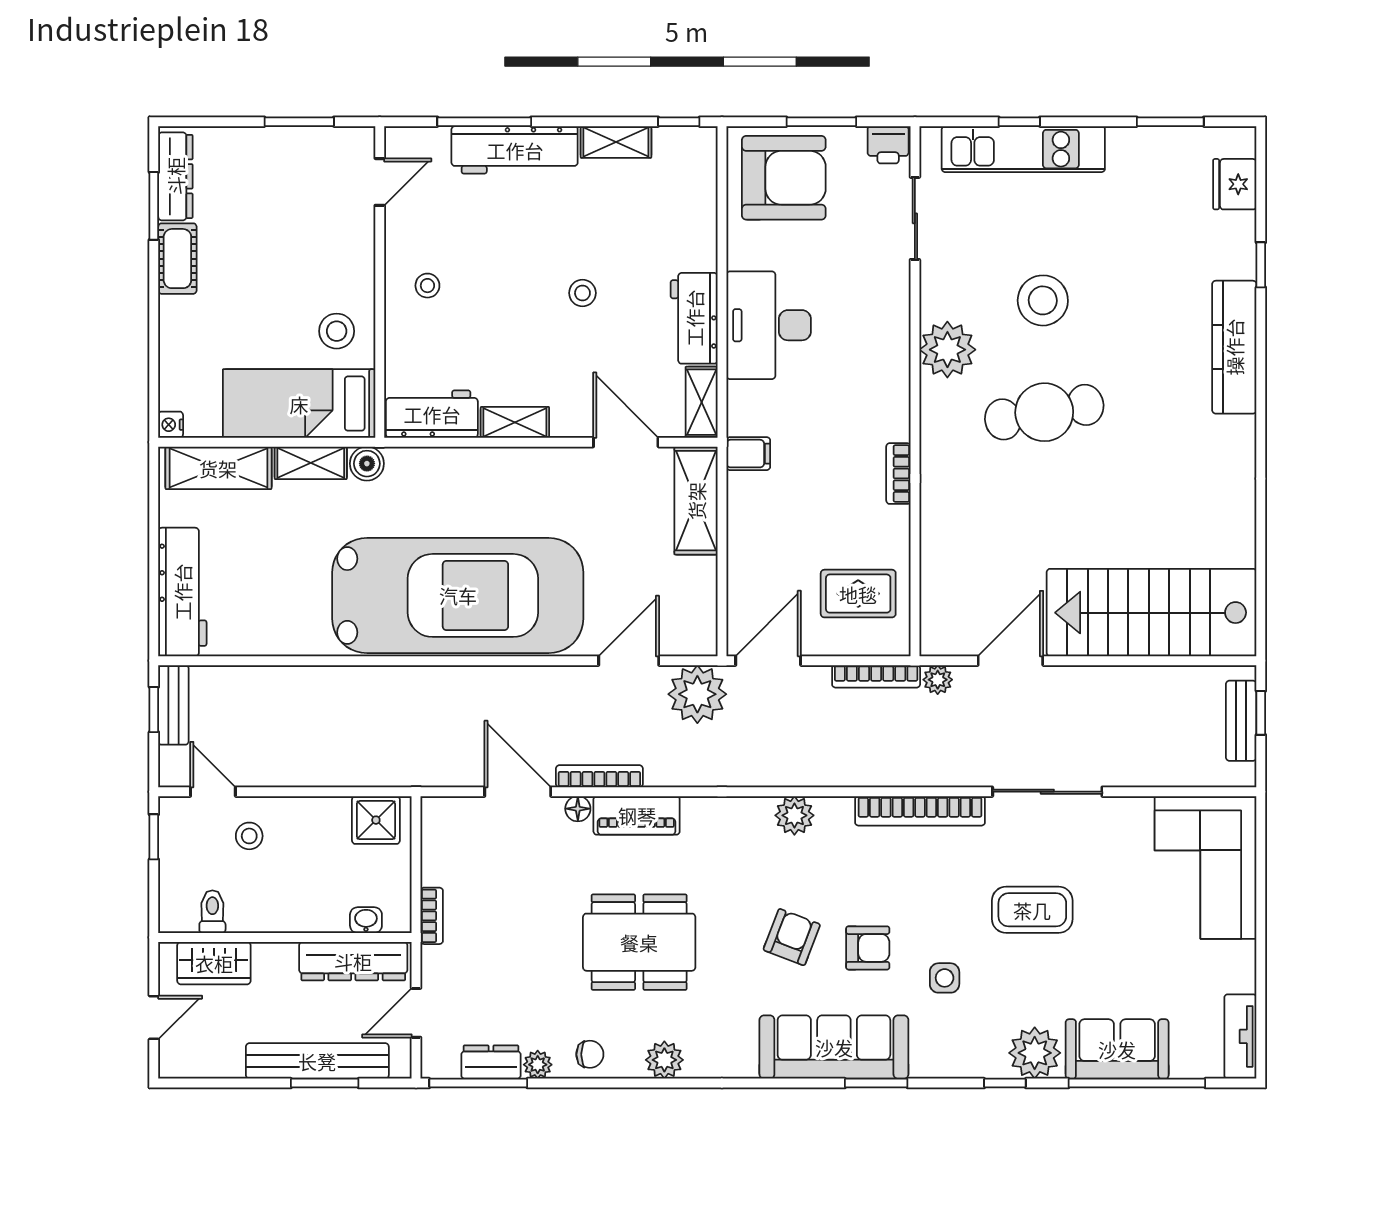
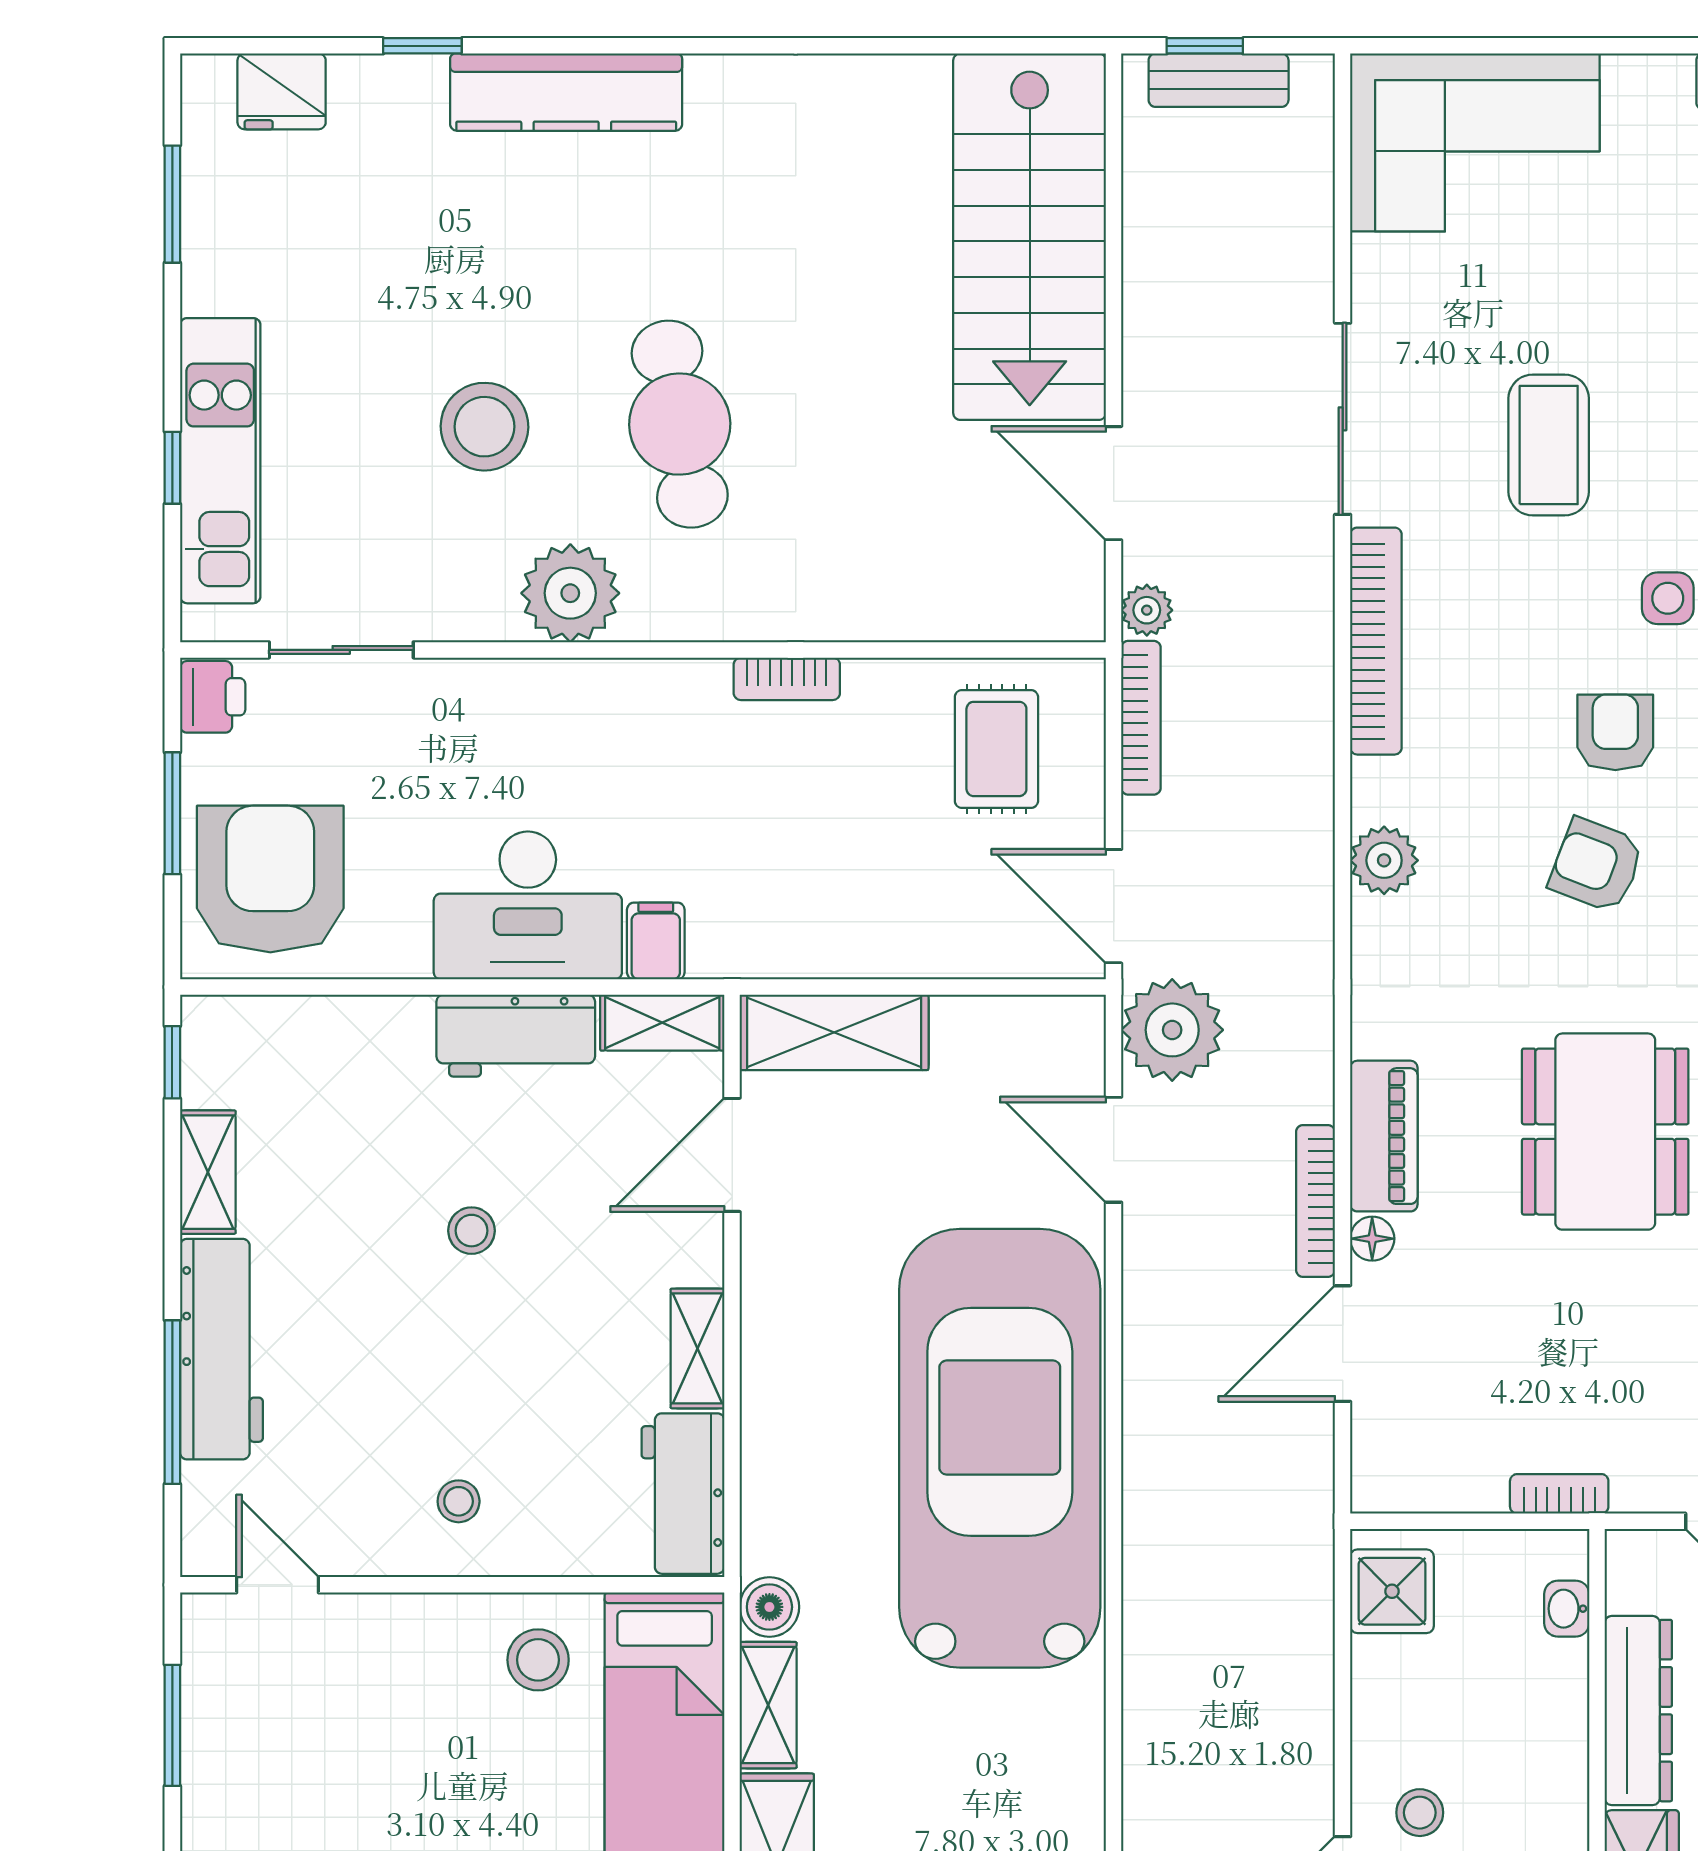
filing cabinet: (748, 454) -> (656, 941), moved
dresser: (353, 961) -> (1638, 1711), moved

